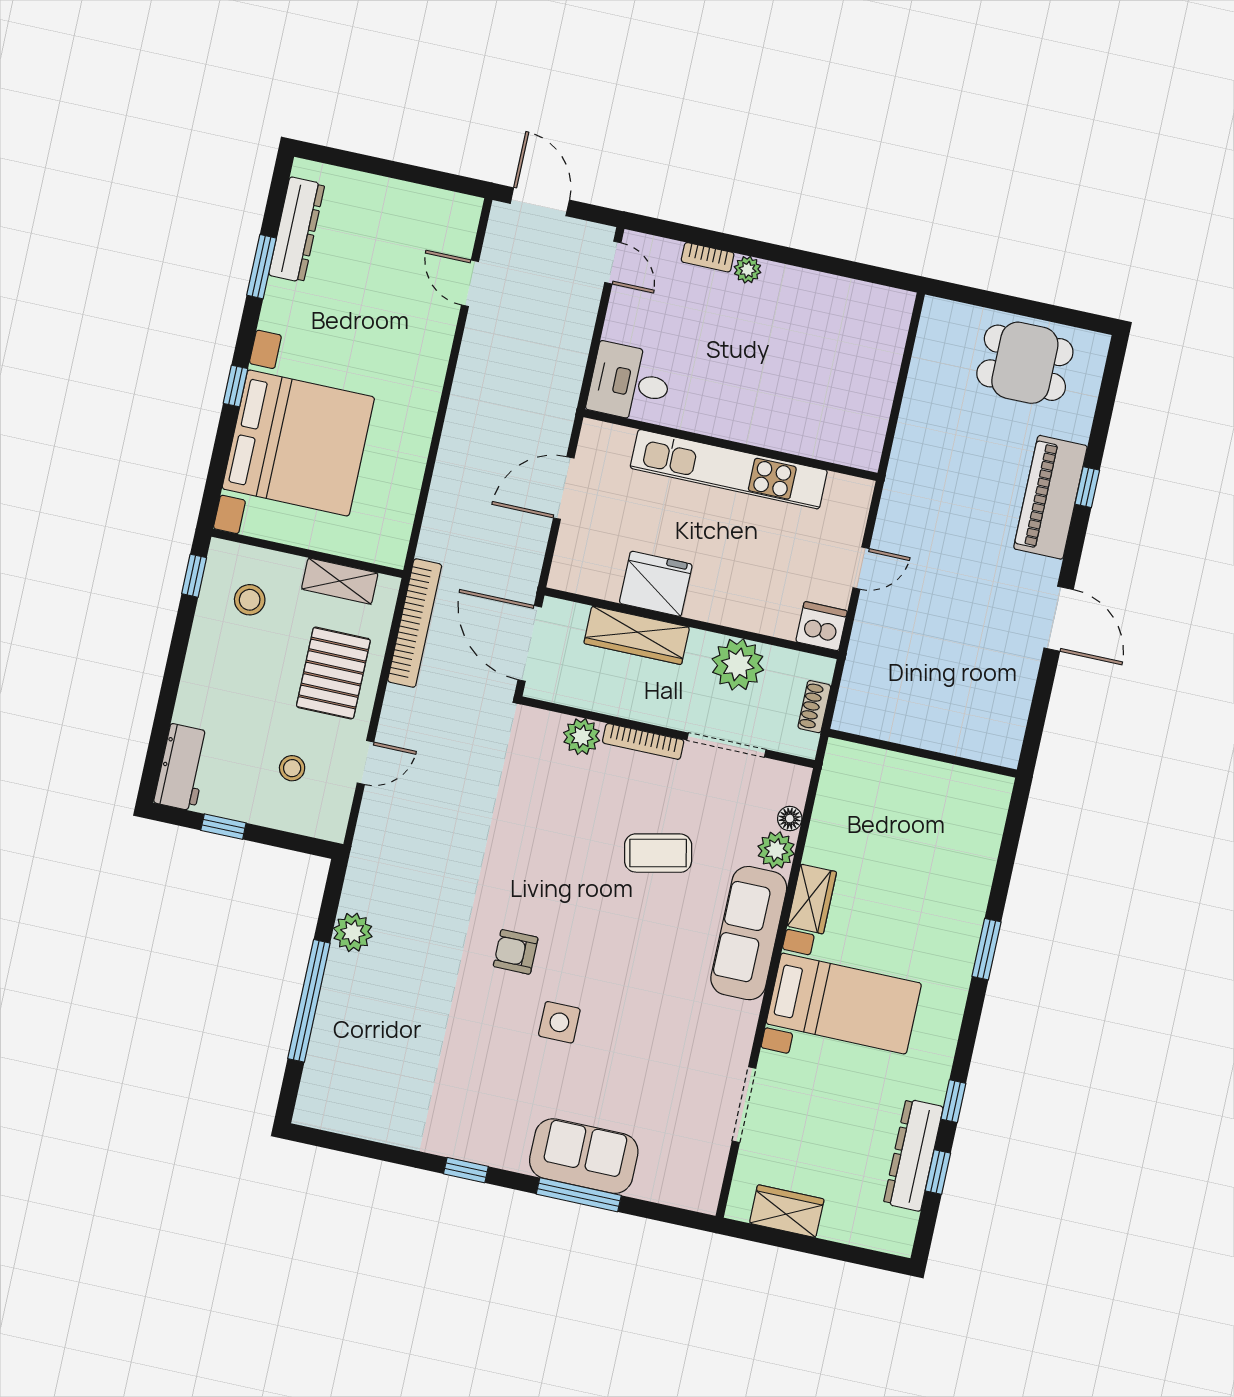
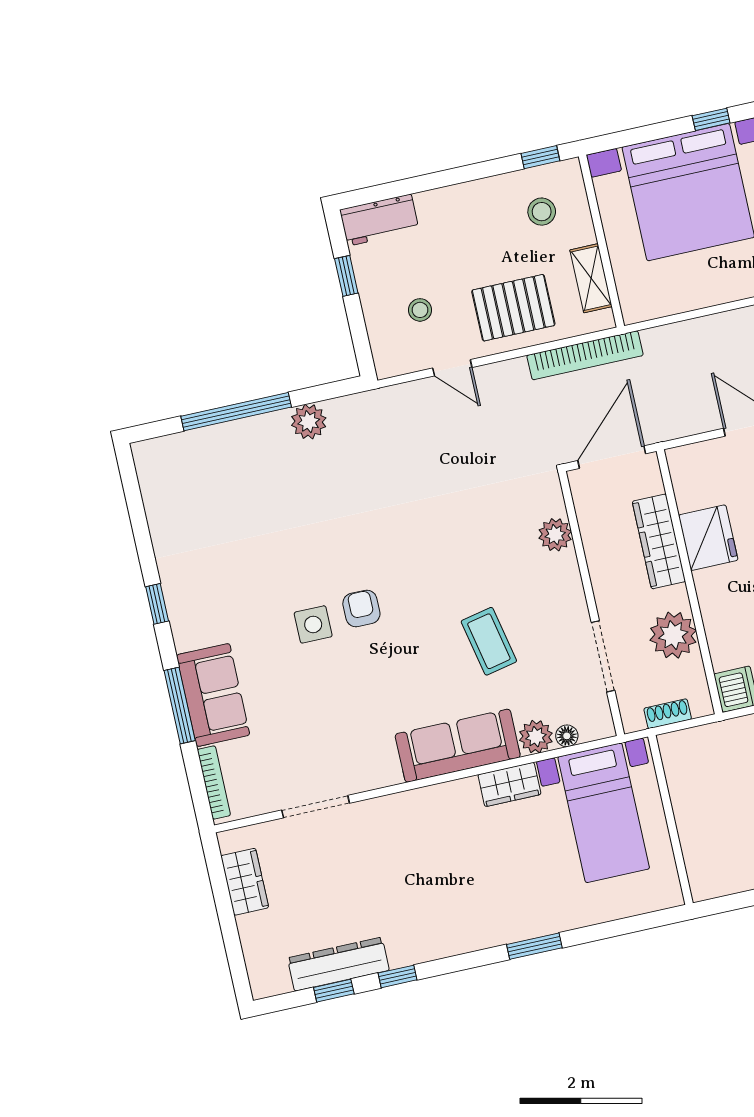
bookcase: (643, 741) -> (214, 782), moved, turned 180
armchair: (516, 952) -> (361, 608), moved
bed with nightstands: (844, 1004) -> (604, 813), moved

